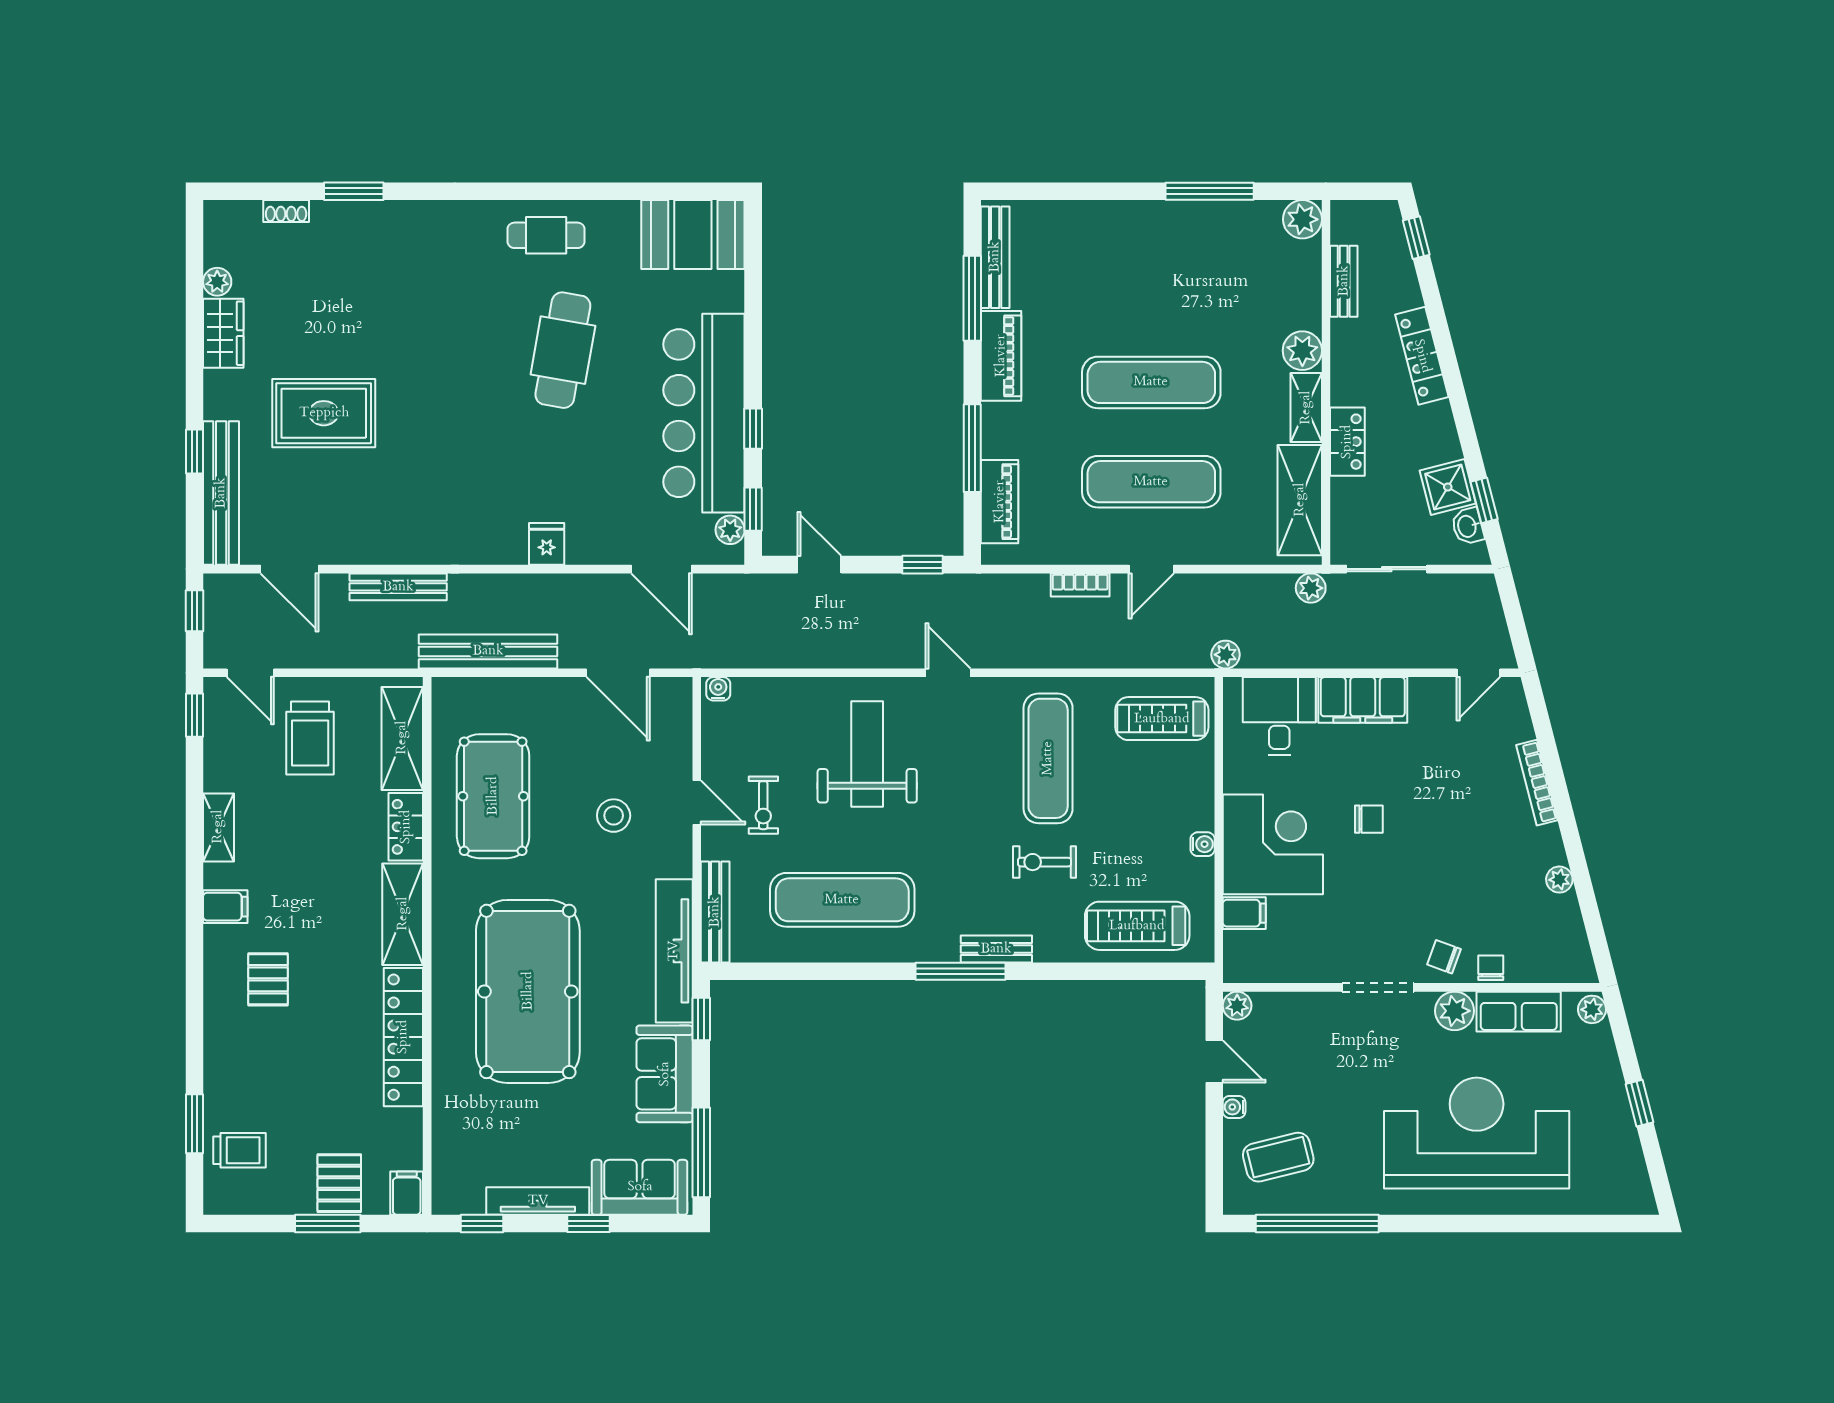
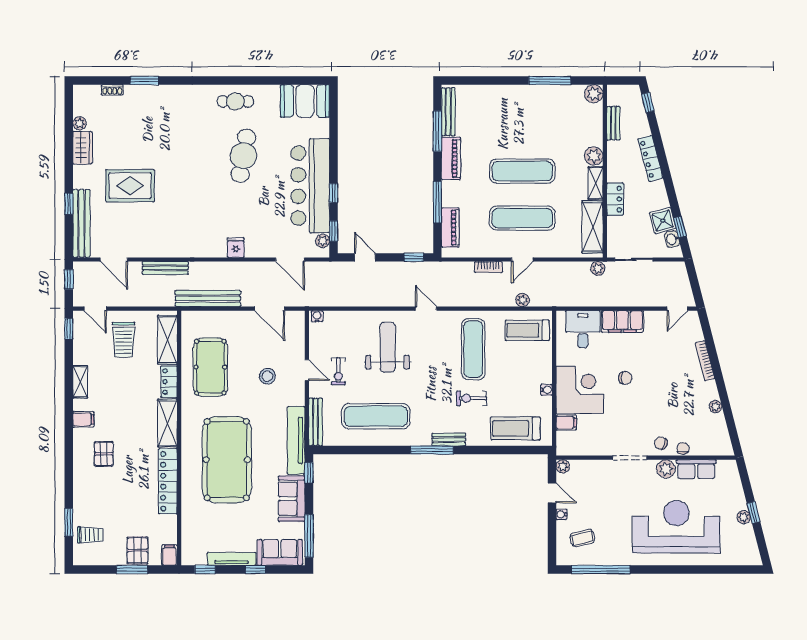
plant: (1226, 655) -> (523, 300), moved
plant: (1592, 1009) -> (744, 517), moved
coffee table: (1278, 1157) -> (582, 538), width x0.73, depth x0.77

